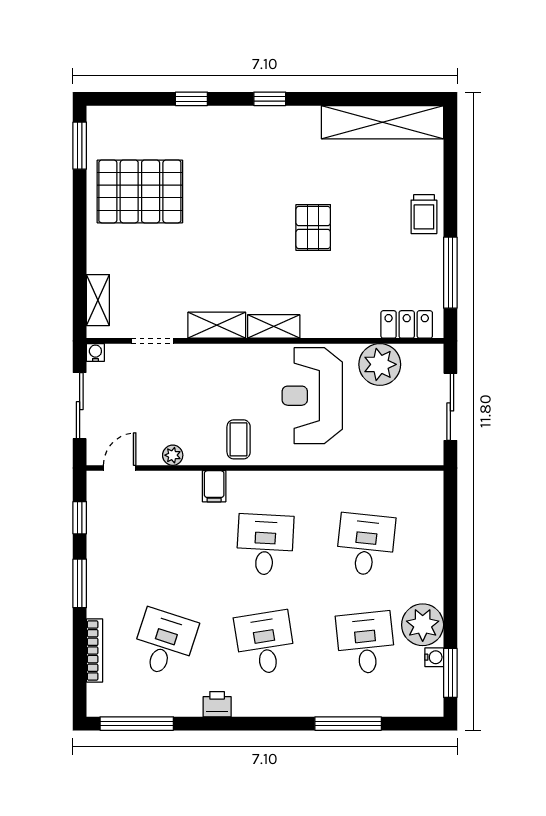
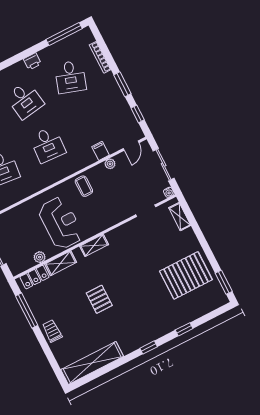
shelving: (217, 325) -> (61, 263), moved
plant: (380, 364) -> (40, 257), width x0.53, depth x0.53
filing cabinet: (214, 486) -> (101, 151), moved

